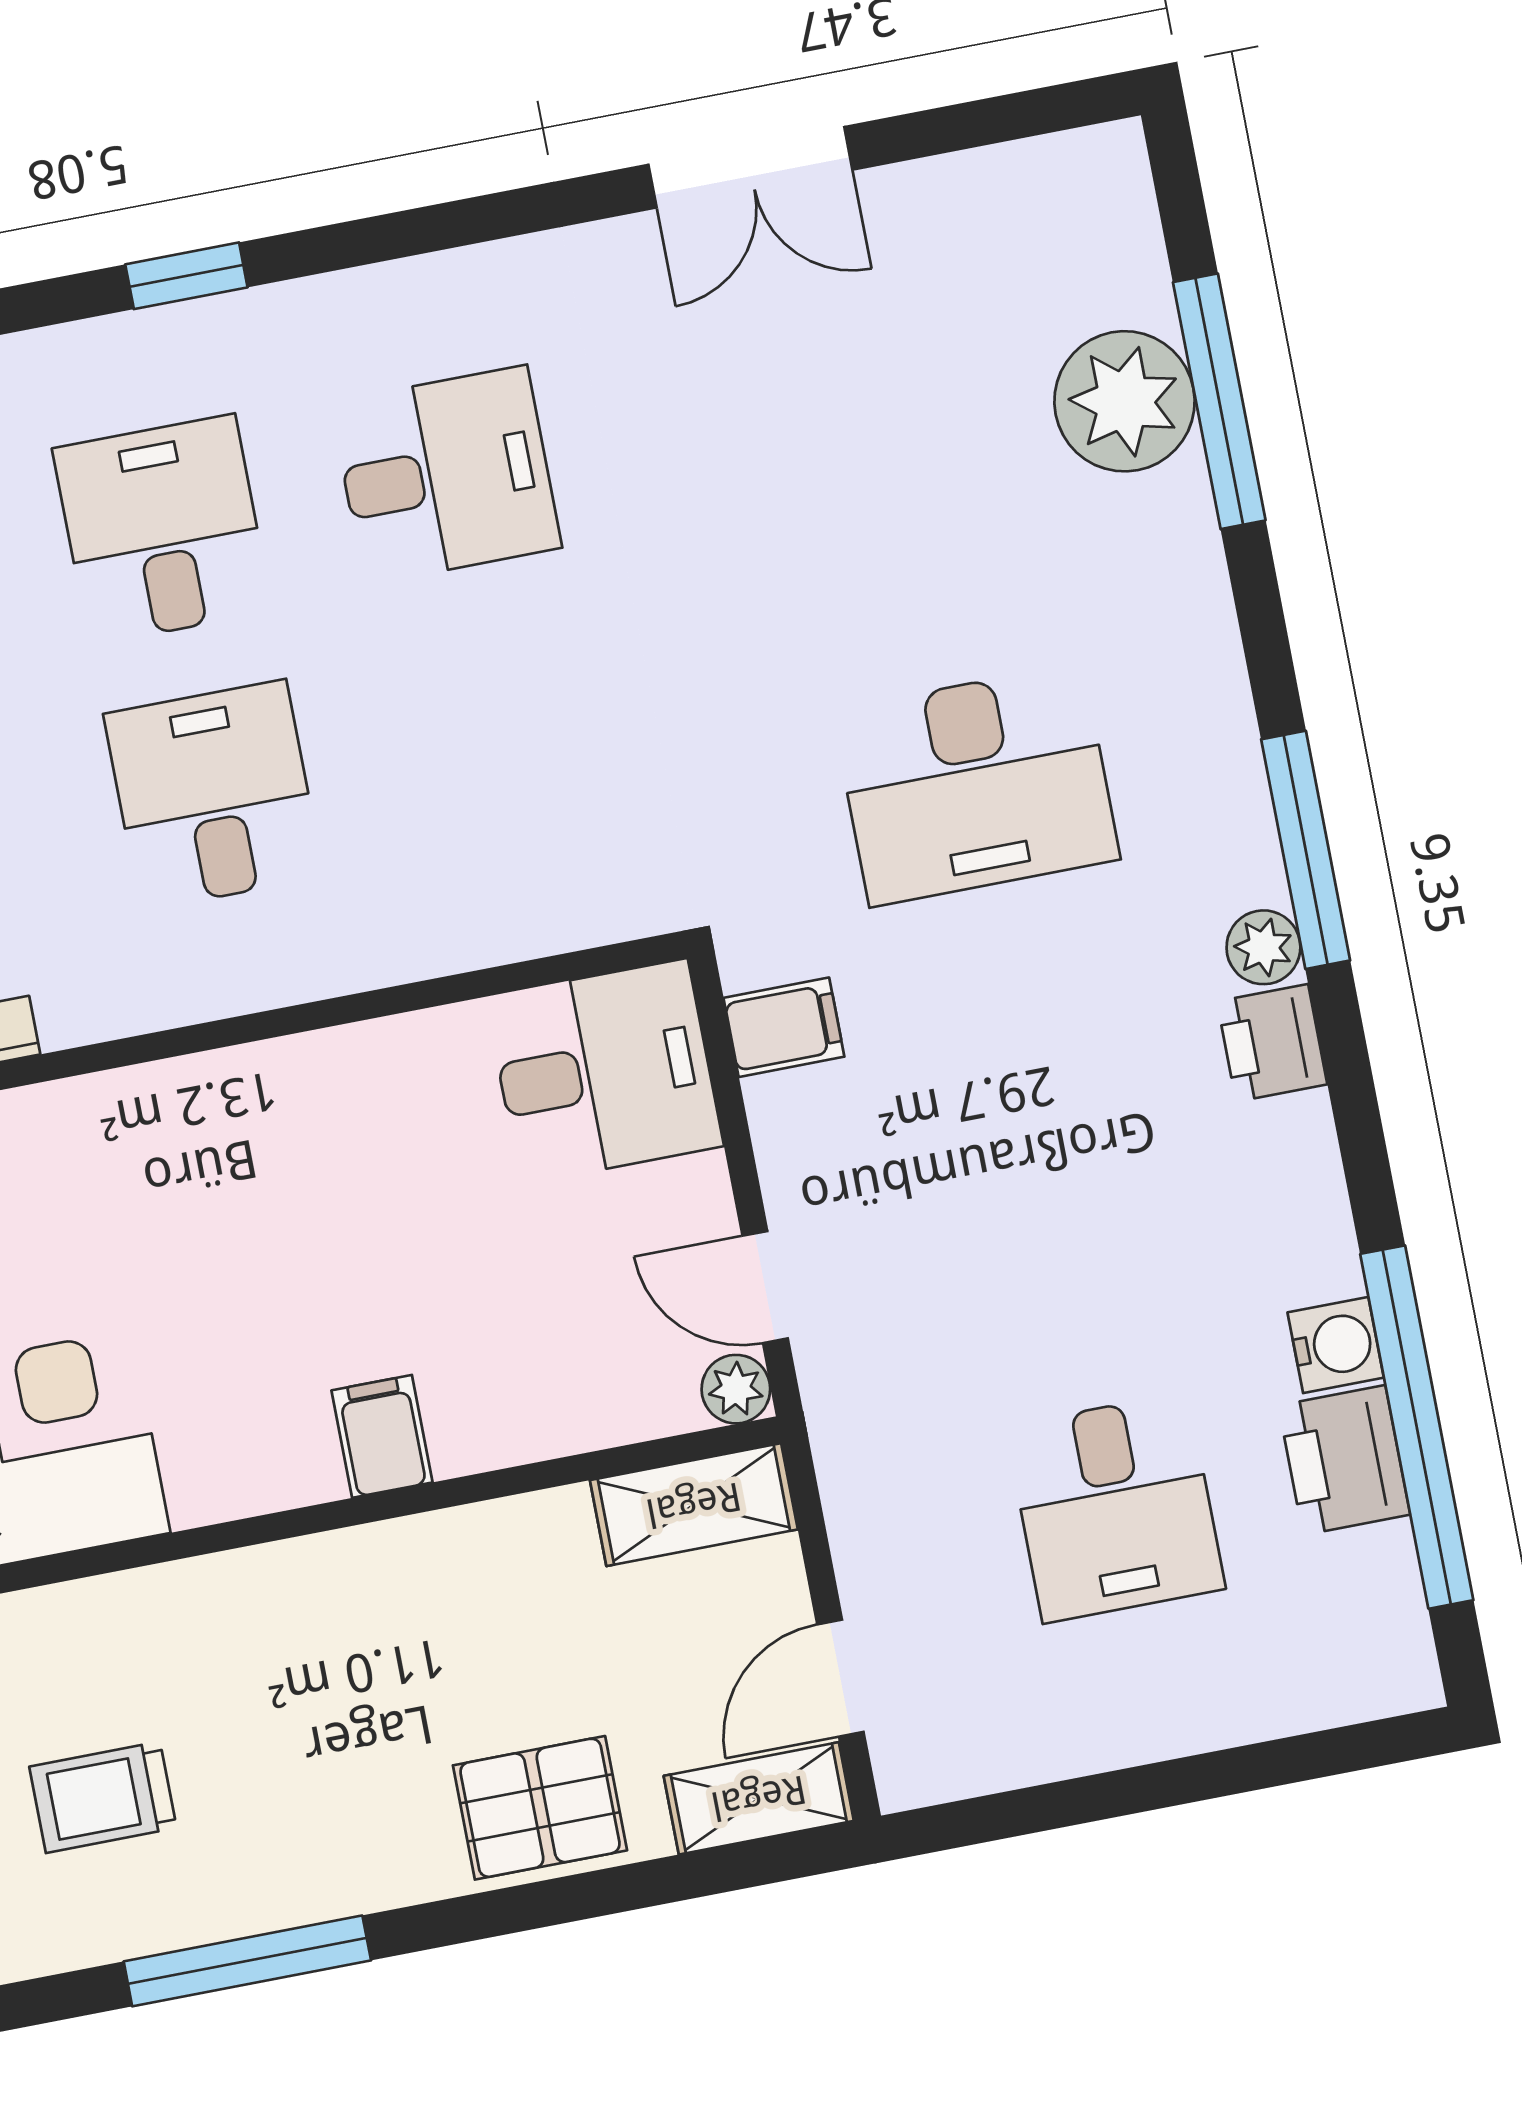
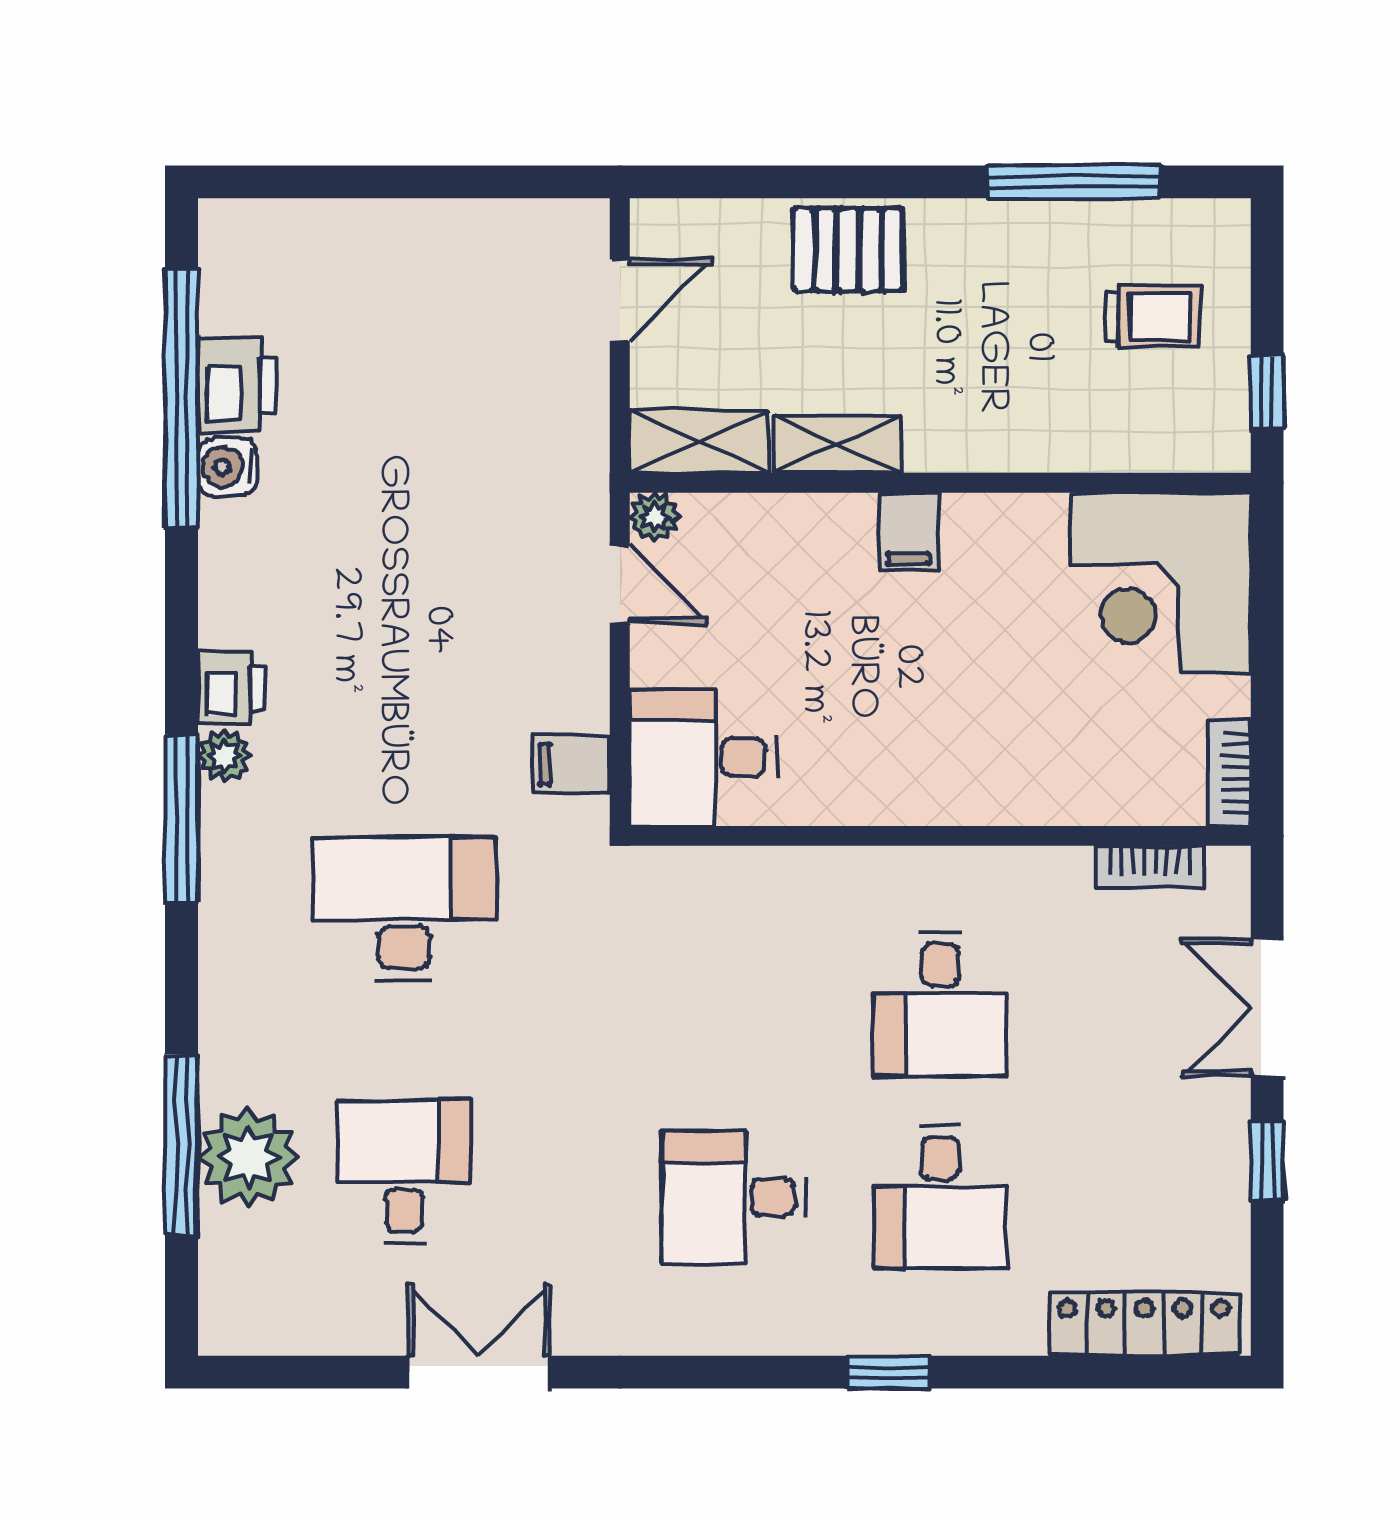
desk: (1115, 1508) -> (404, 1171), moved
shelving: (759, 1798) -> (838, 444), moved

